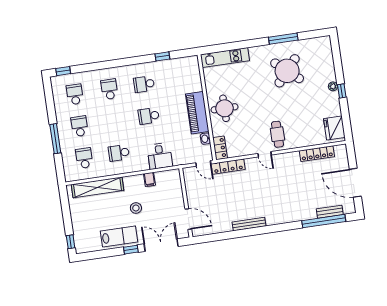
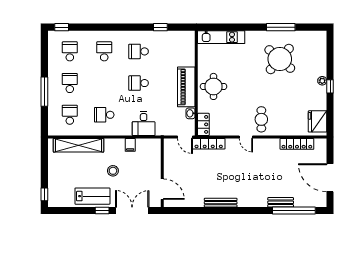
bench: (330, 212) -> (281, 202), moved

